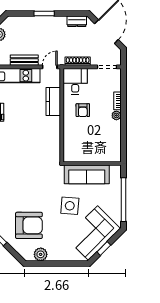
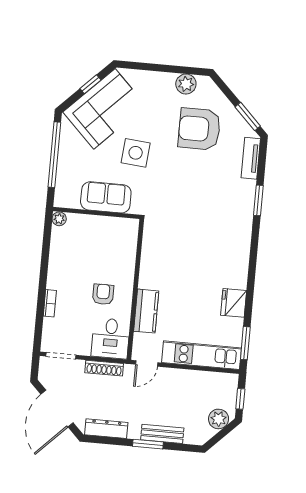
dresser: (77, 21) -> (106, 429), width x1.44
bench: (24, 60) -> (162, 434), moved
plant: (116, 115) -> (59, 219), moved
sofa: (87, 174) -> (106, 197), width x0.73

